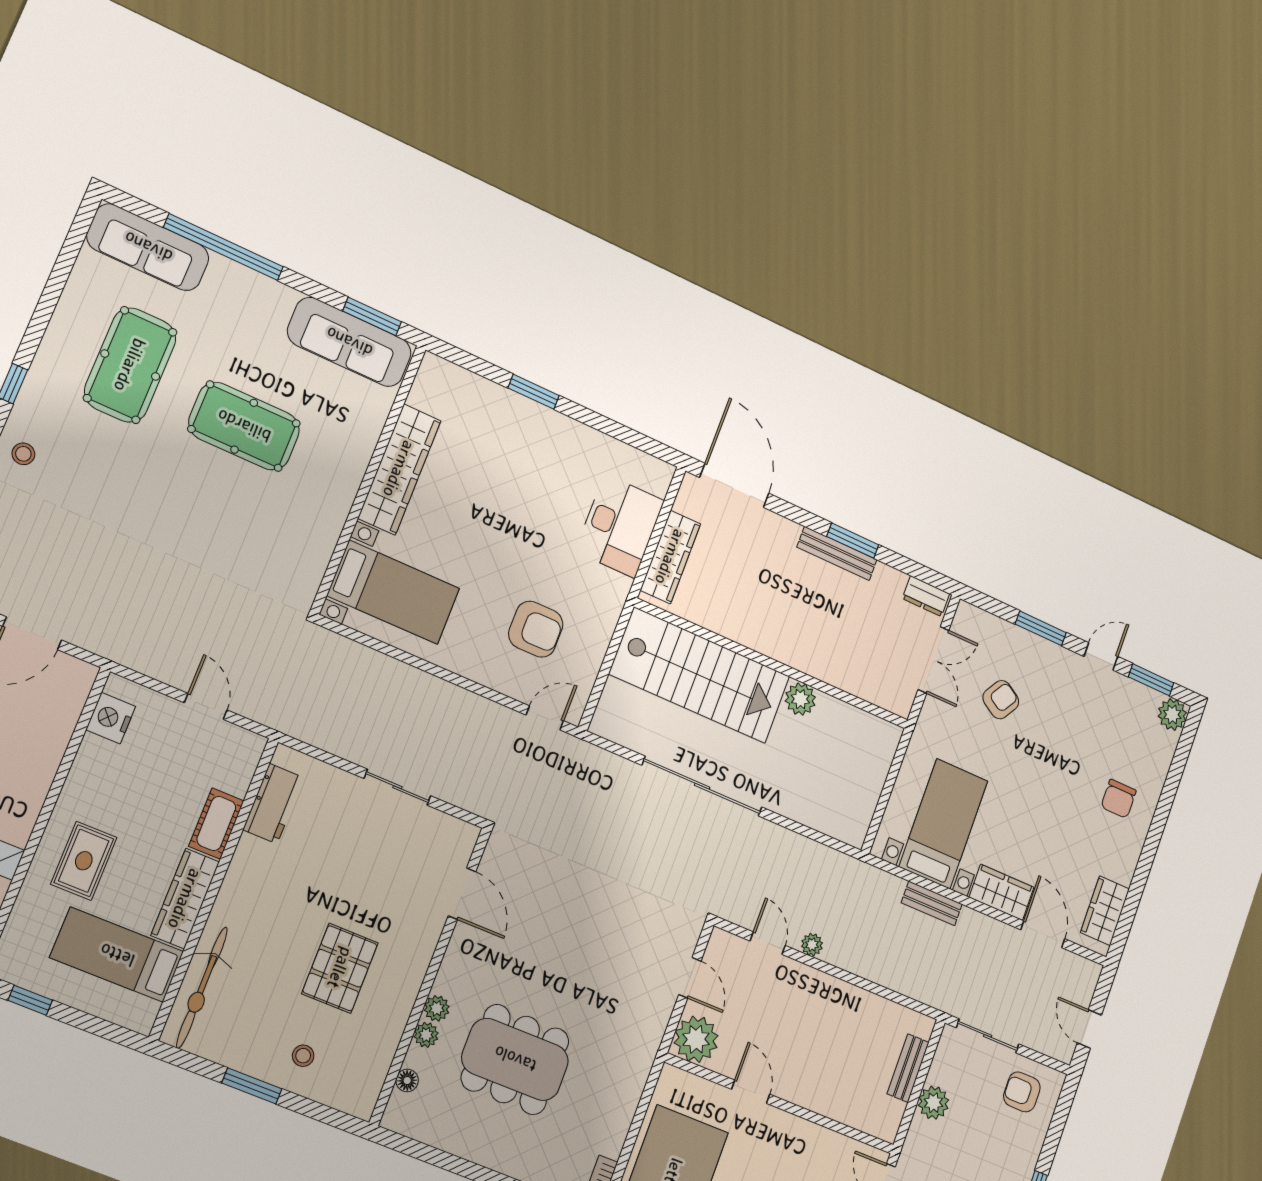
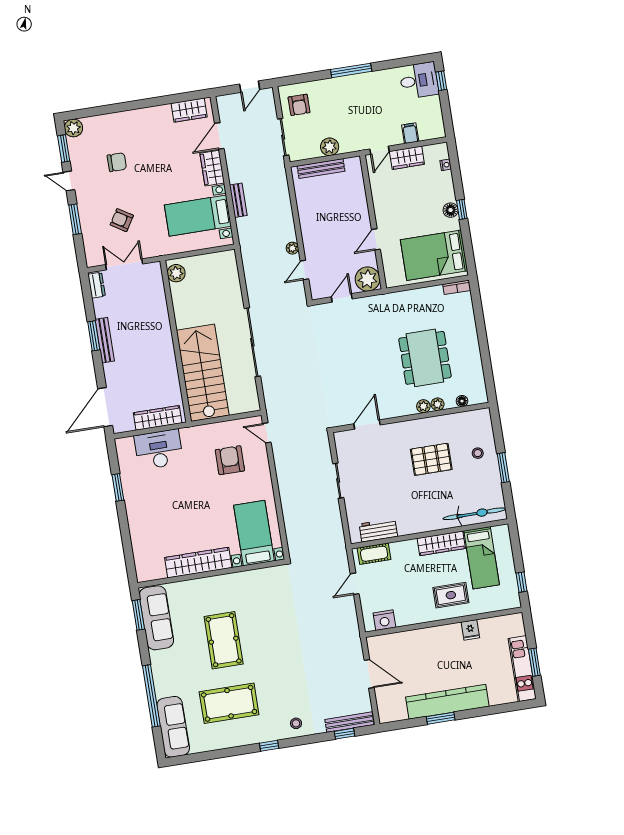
window: (534, 392) -> (118, 487), moved
plant: (800, 699) -> (176, 273), moved
chair: (1119, 799) -> (117, 162), moved
cot: (216, 823) -> (374, 554), moved
bench: (908, 1068) -> (321, 169), width x1.36

